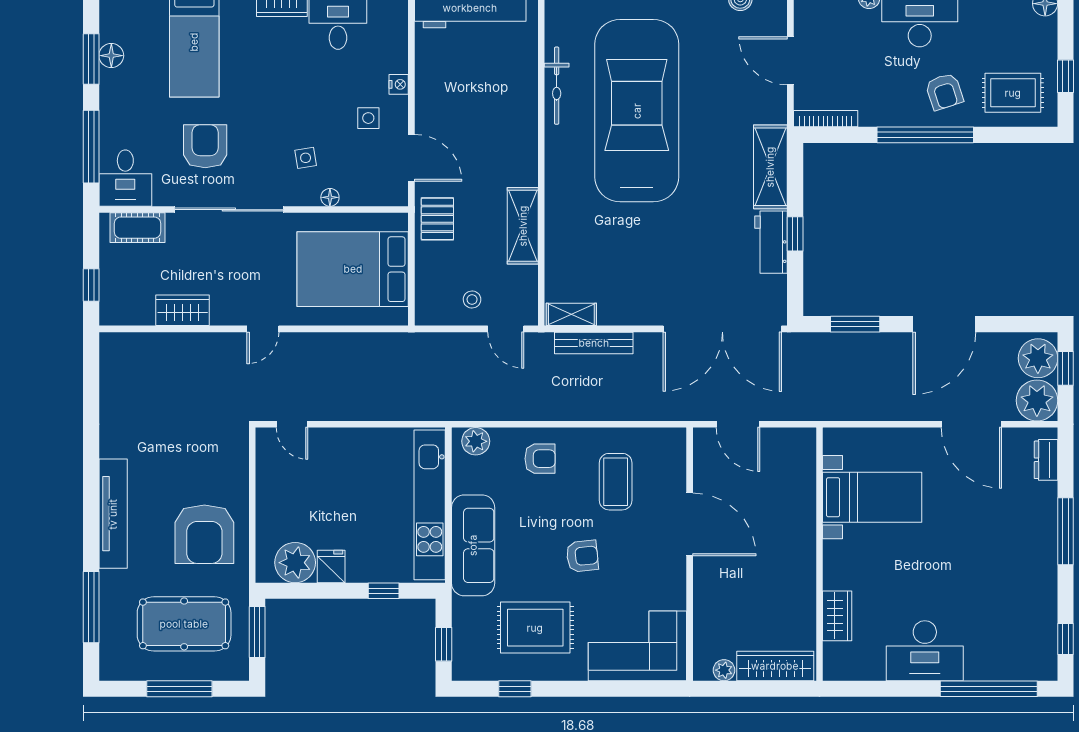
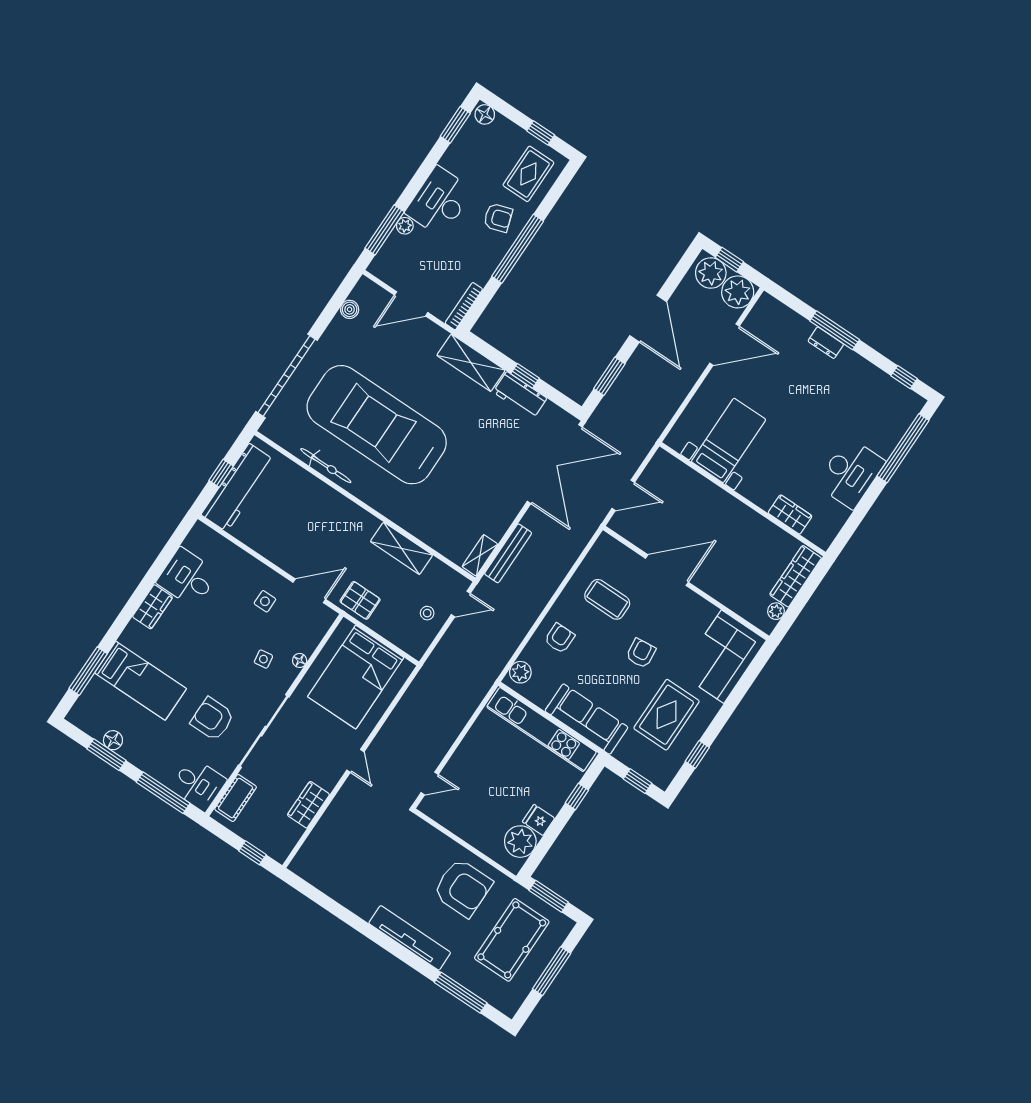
nightstand: (399, 84) -> (256, 567), removed
dresser: (1046, 460) -> (826, 343), moved

